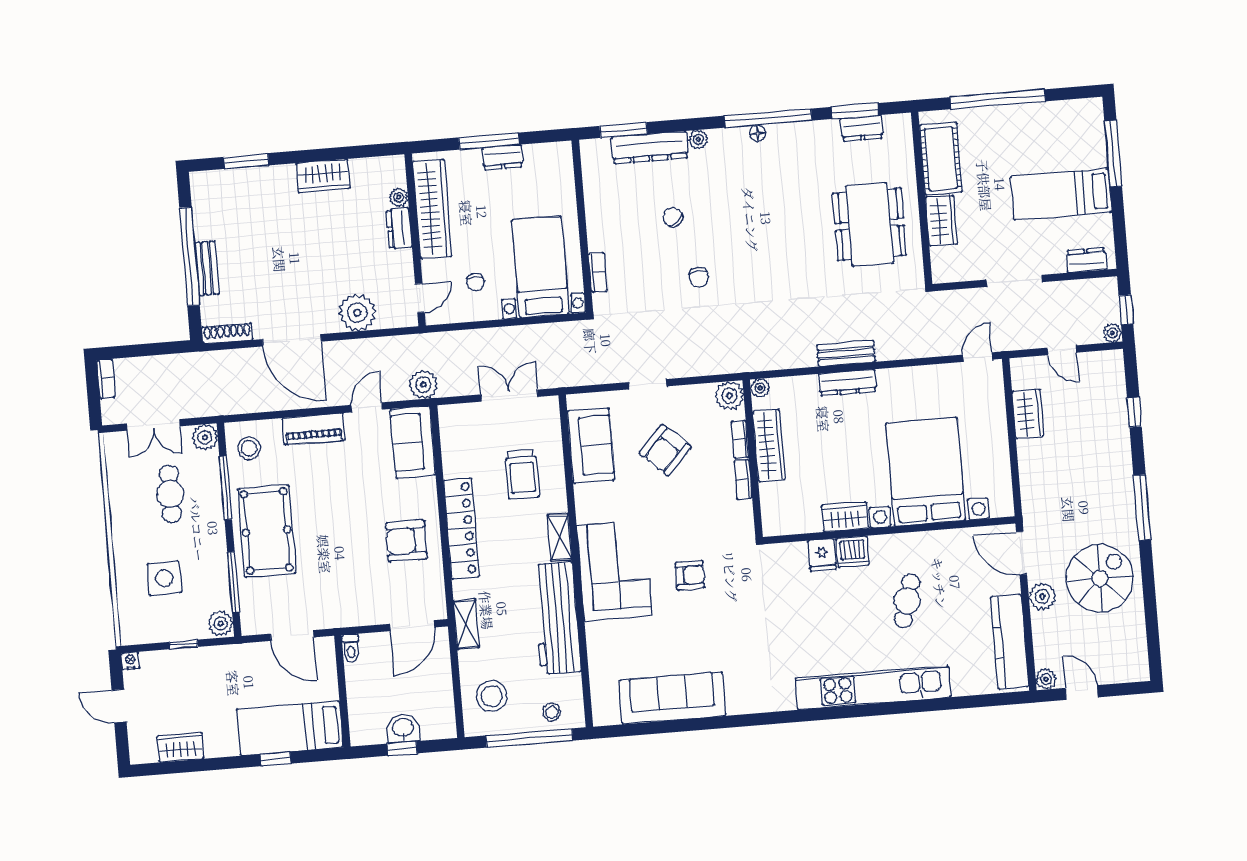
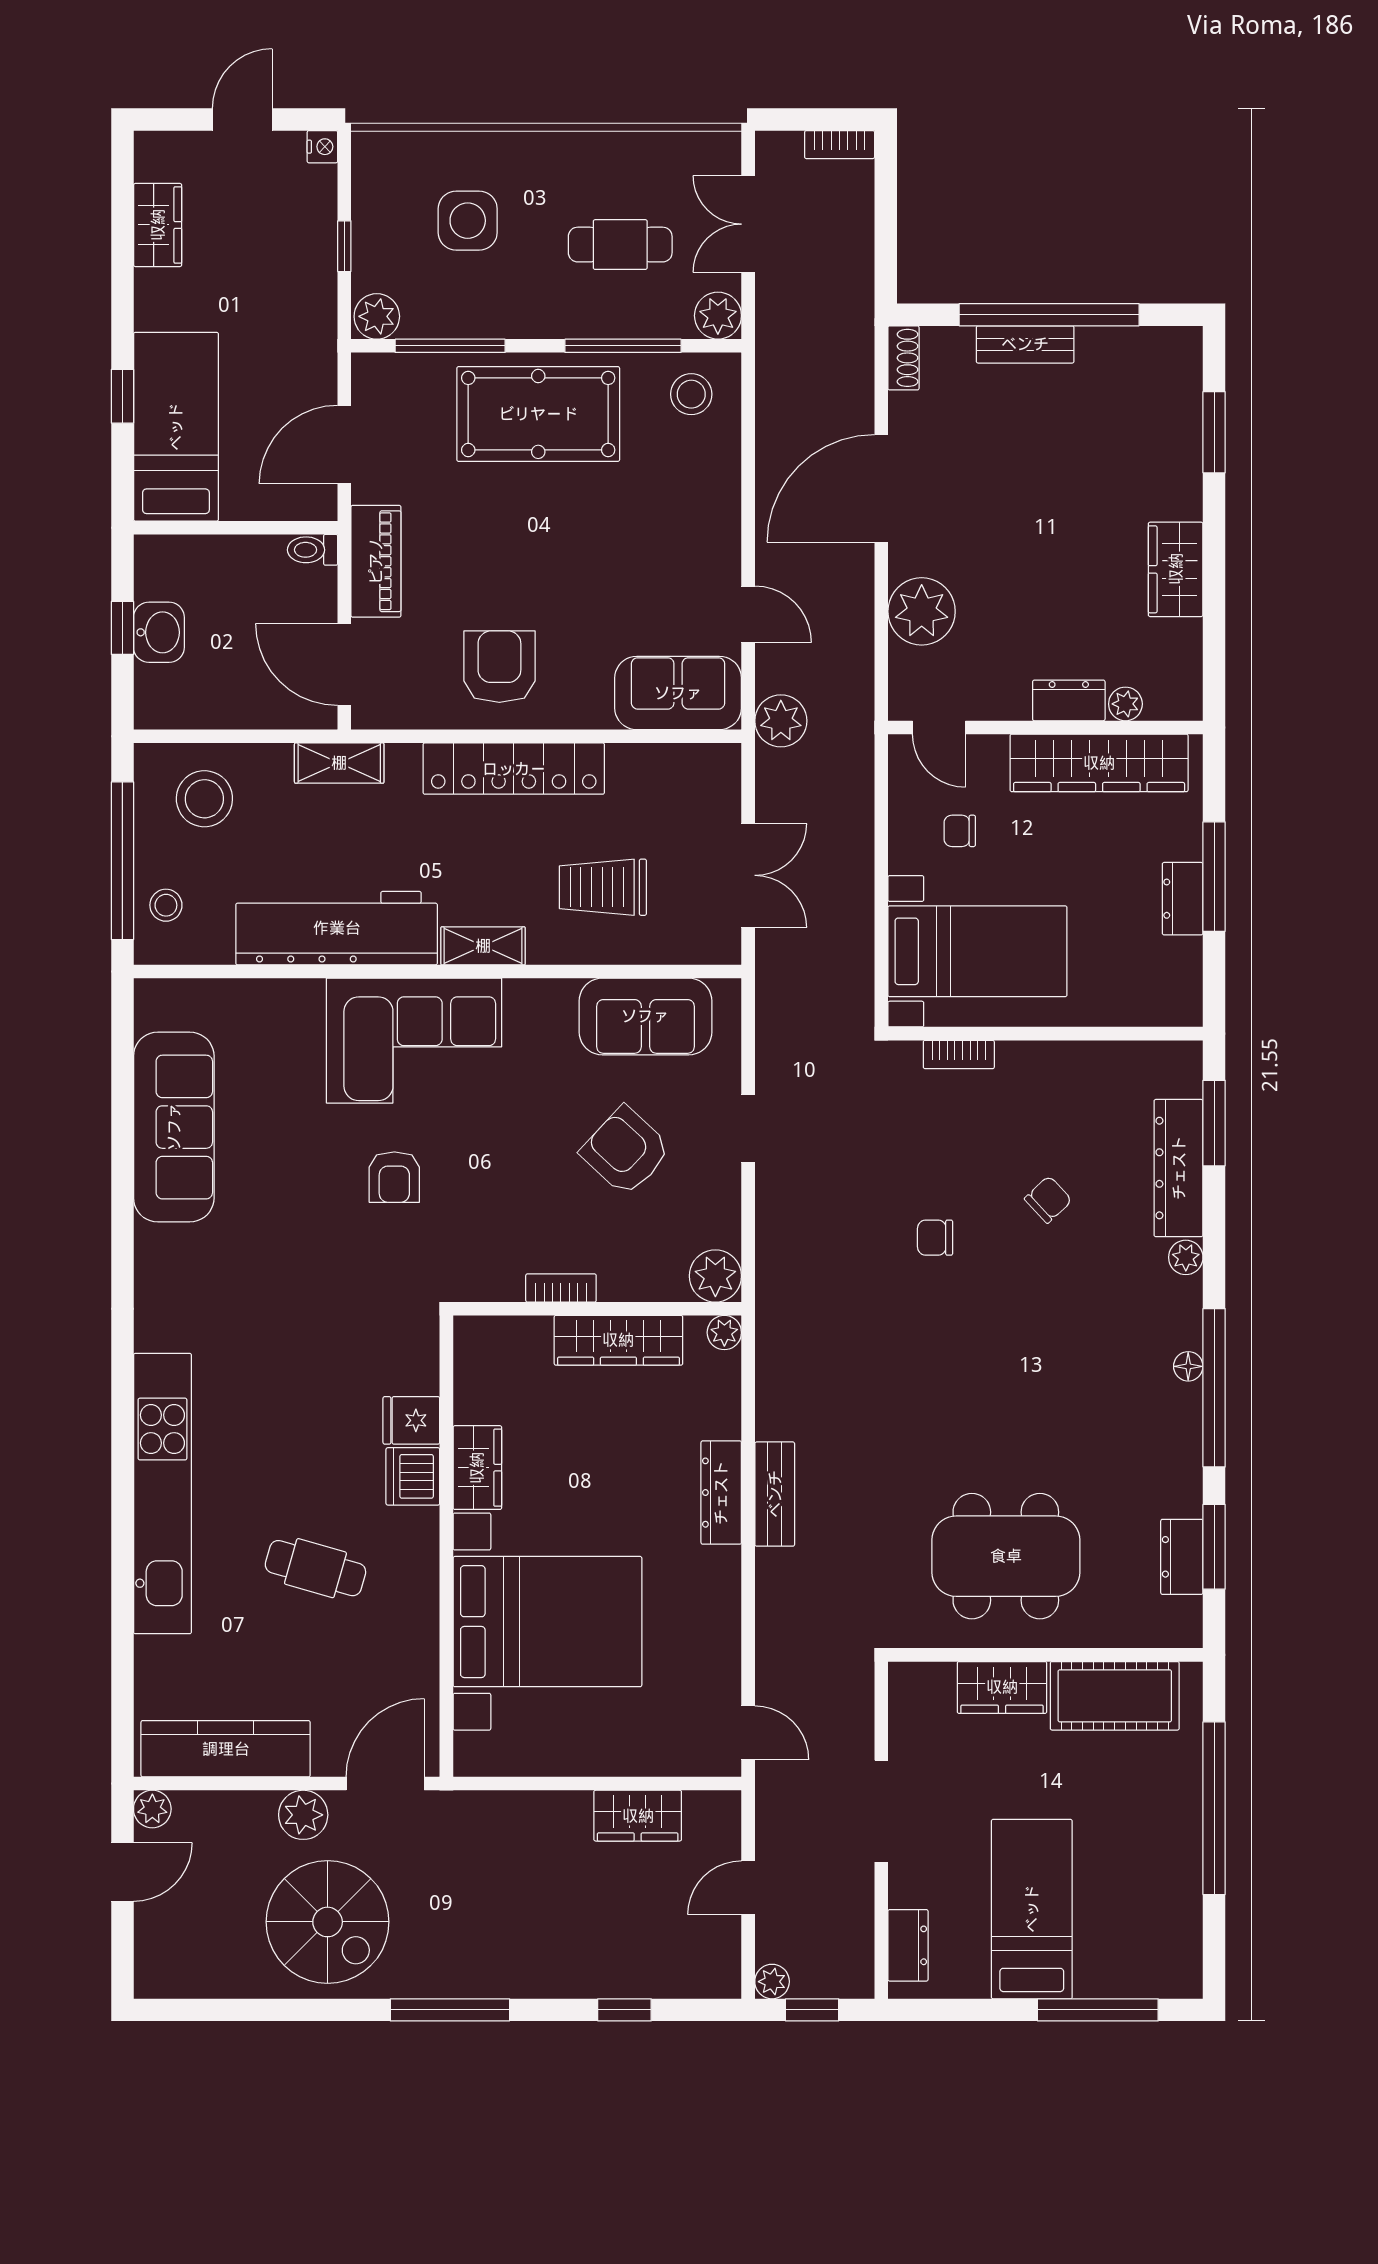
shoe rack: (227, 333) -> (903, 358), width x0.70
piano: (313, 429) -> (376, 561), moved, turned 180
bookcase: (740, 439) -> (634, 1288), removed

